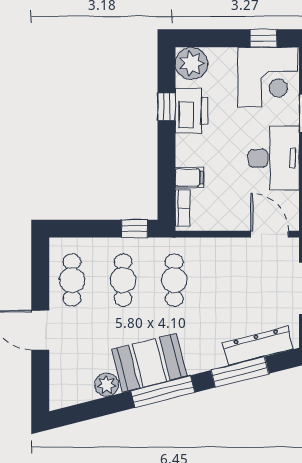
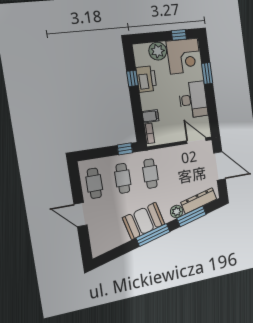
plant: (191, 63) -> (158, 51), moved
plant: (107, 385) -> (177, 212), moved

